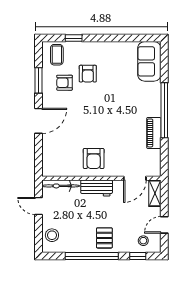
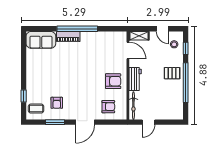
armchair: (88, 74) -> (108, 107), moved
door: (38, 121) -> (85, 122), swing flipped
piano: (154, 133) -> (68, 36), moved
stool: (52, 235) -> (170, 112), removed

